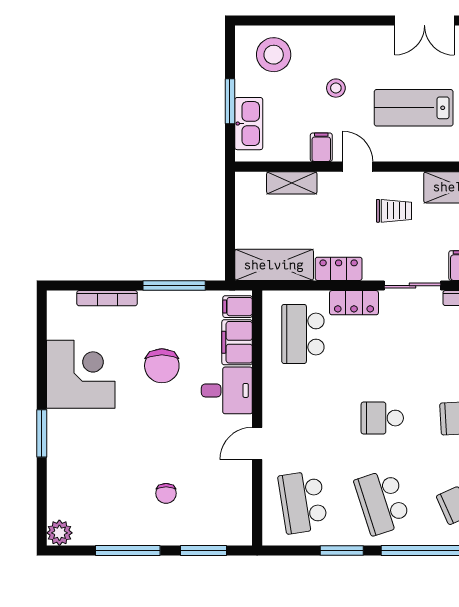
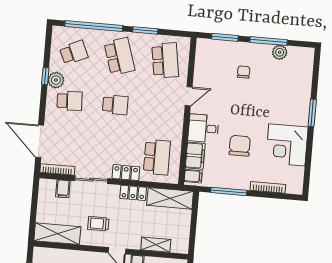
plant: (59, 533) -> (280, 52), moved

